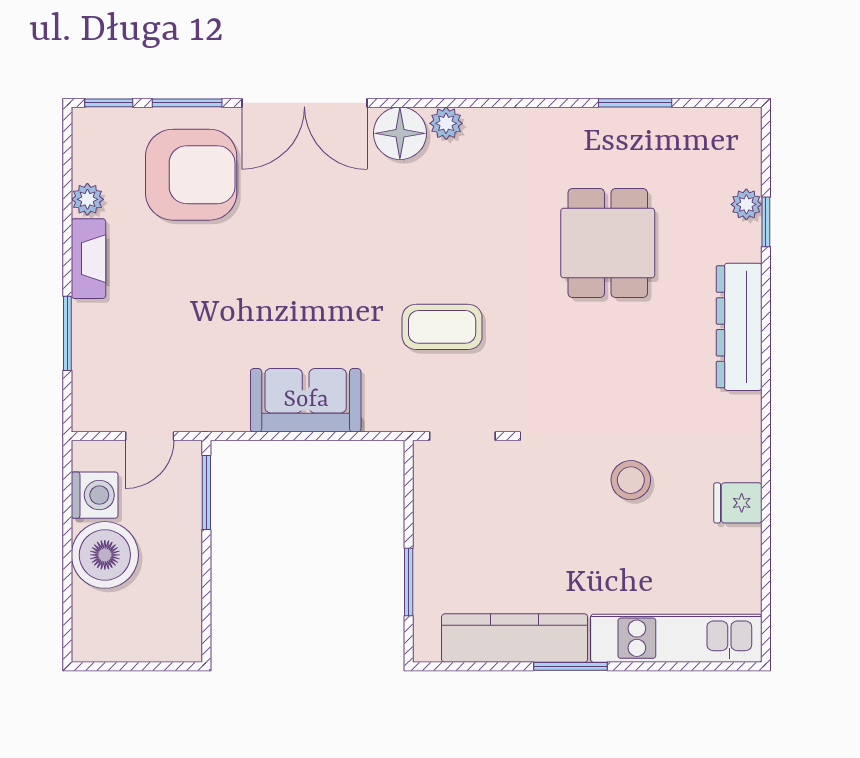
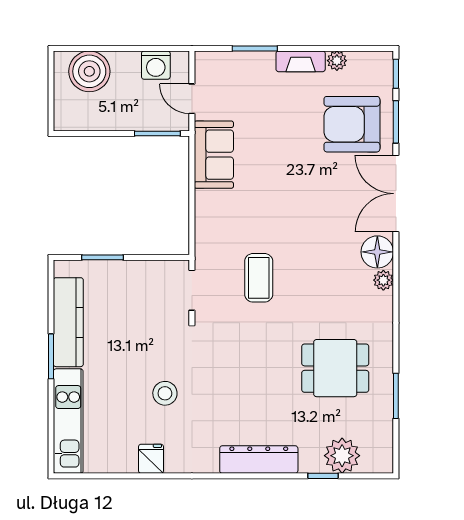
armchair: (191, 175) -> (352, 124), turned 90
plant: (746, 204) -> (342, 456), width x1.88, depth x1.88
dining table: (608, 243) -> (335, 368), moved
sofa: (306, 400) -> (214, 155), moved
boiler: (105, 555) -> (89, 71), moved

